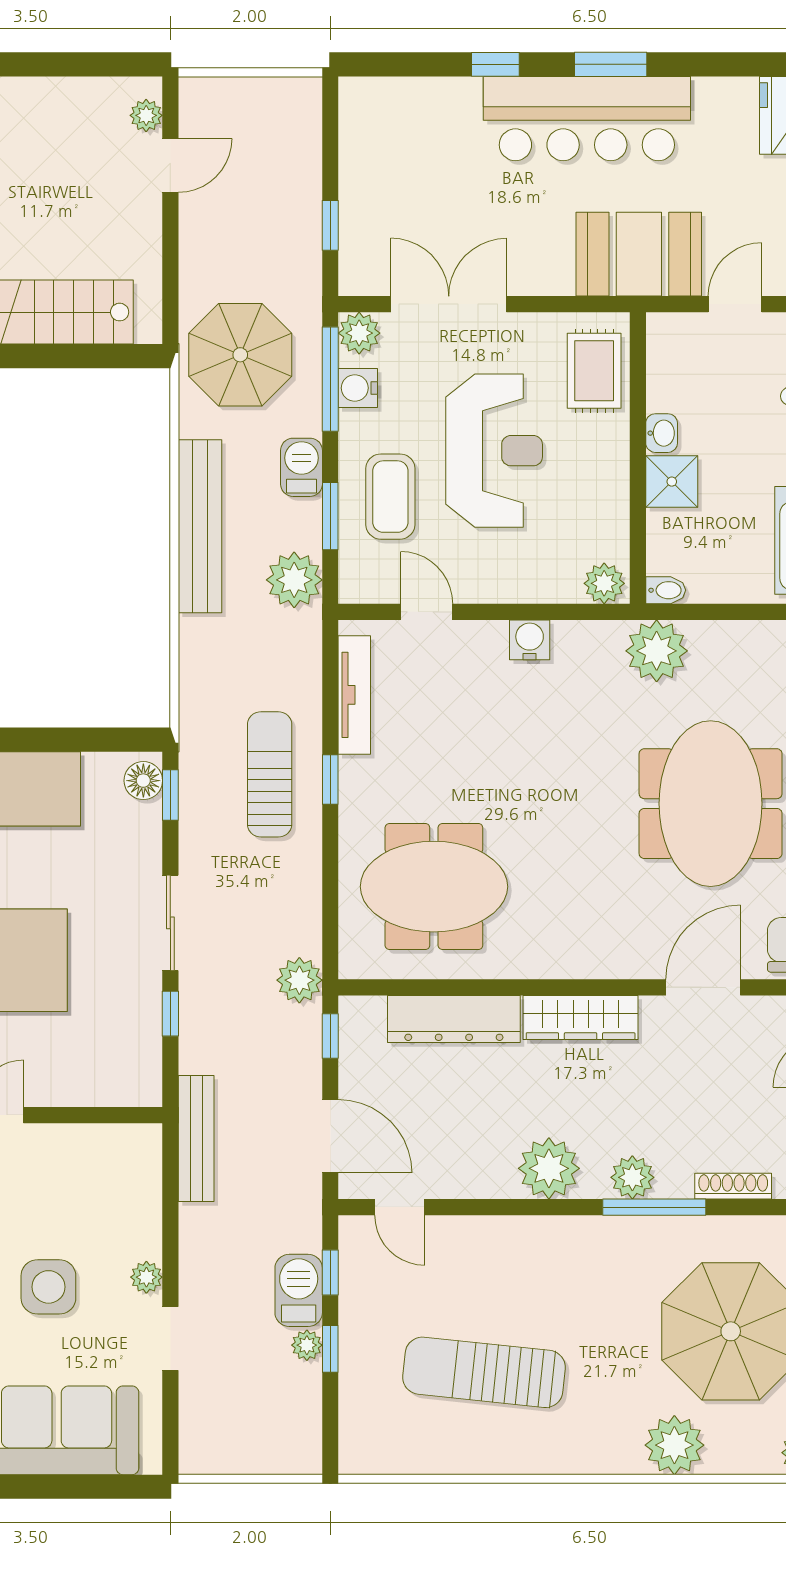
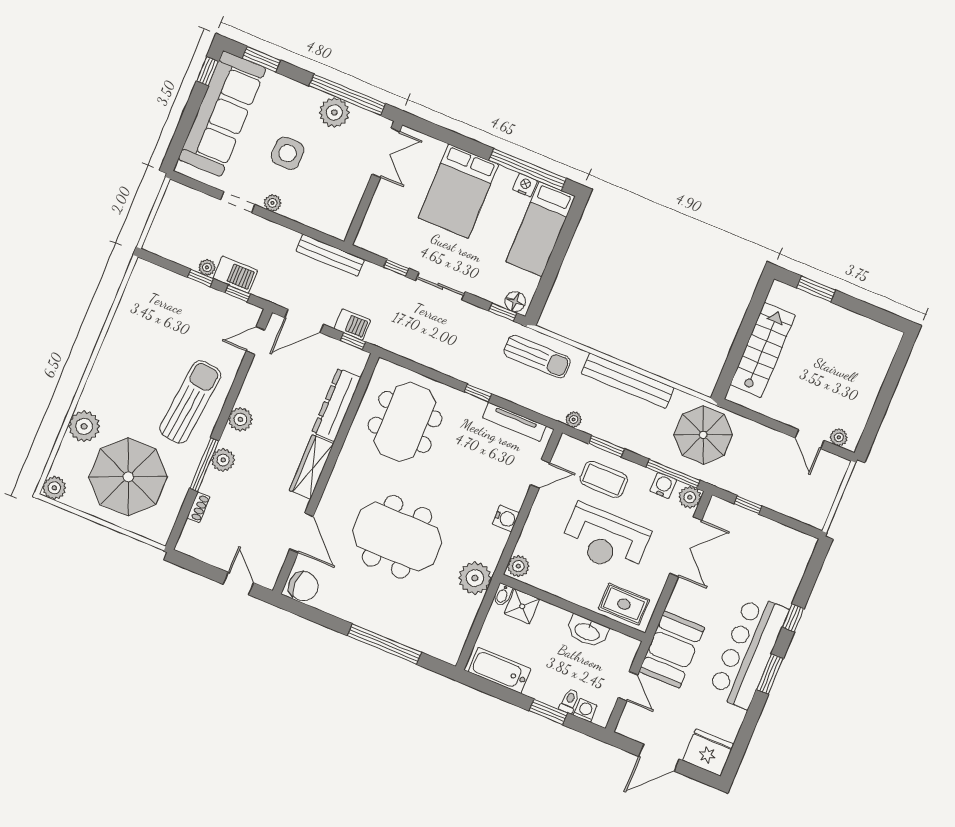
washbasin: (662, 433) -> (587, 631), width x1.91, depth x1.45
barbecue: (301, 467) -> (352, 325), moved
shower: (672, 482) -> (522, 606), moved
plant: (294, 580) -> (574, 419), width x0.53, depth x0.53
sun lounger: (270, 774) -> (537, 357), moved
meeting table: (711, 804) -> (397, 537), moved
plant: (299, 980) -> (386, 337), removed
plant: (549, 1168) -> (240, 419), width x0.73, depth x0.73
shoe rack: (733, 1186) -> (198, 507), width x0.70
sun lounger: (484, 1372) -> (190, 402), moved

